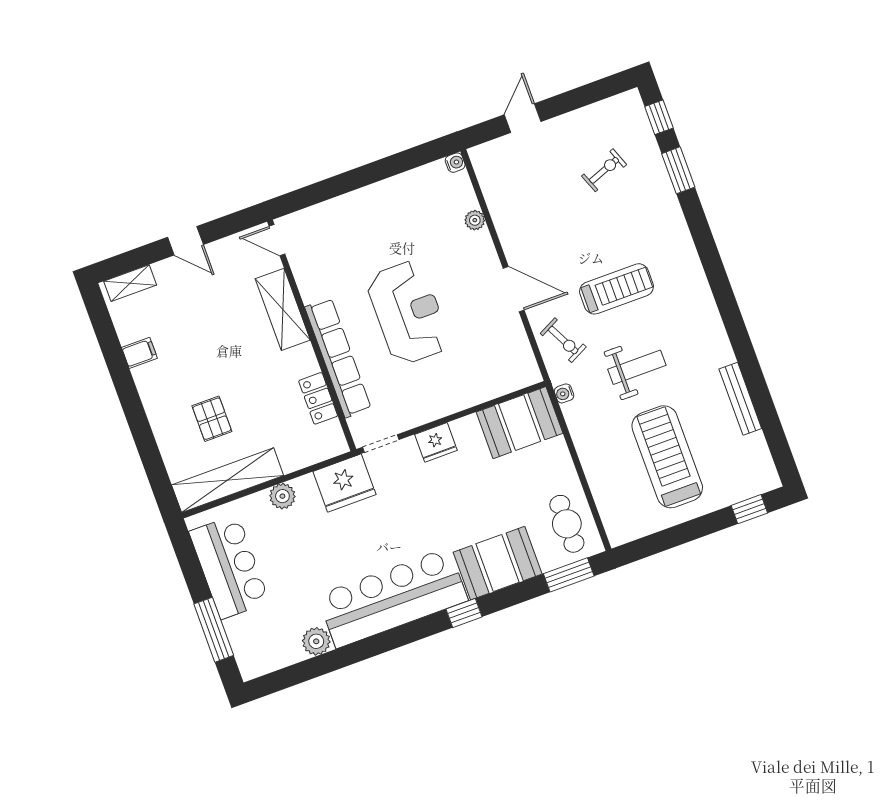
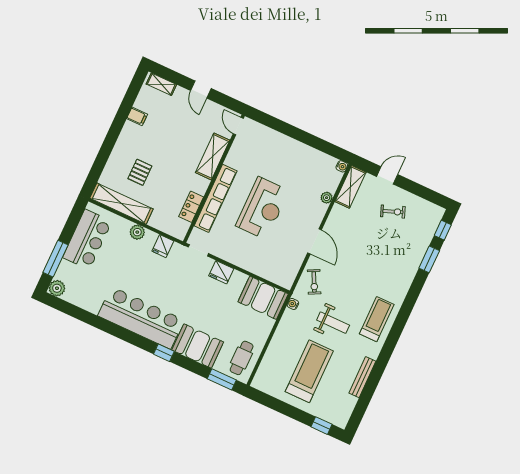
exercise bike: (604, 170) -> (393, 212), moved
shelving: (491, 177) -> (350, 187), added
treadmill: (617, 289) -> (377, 319), moved, turned -90
fridge: (344, 483) -> (163, 246), width x0.53, depth x0.75
plant: (316, 641) -> (57, 288), moved

